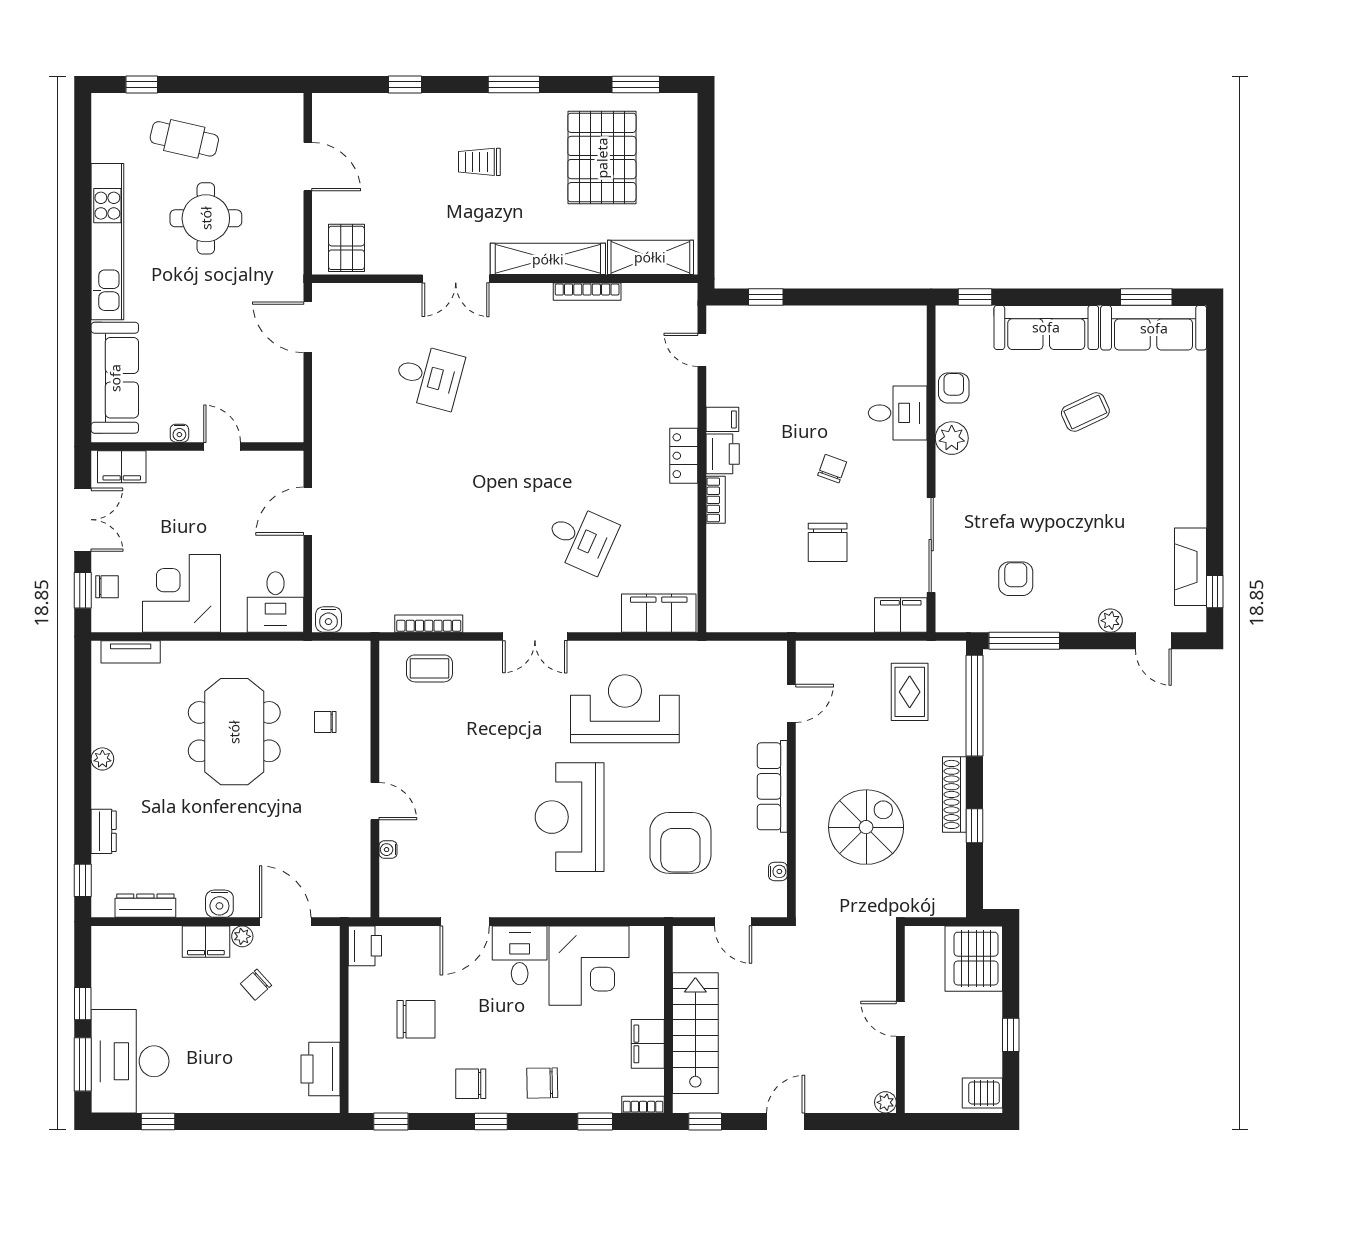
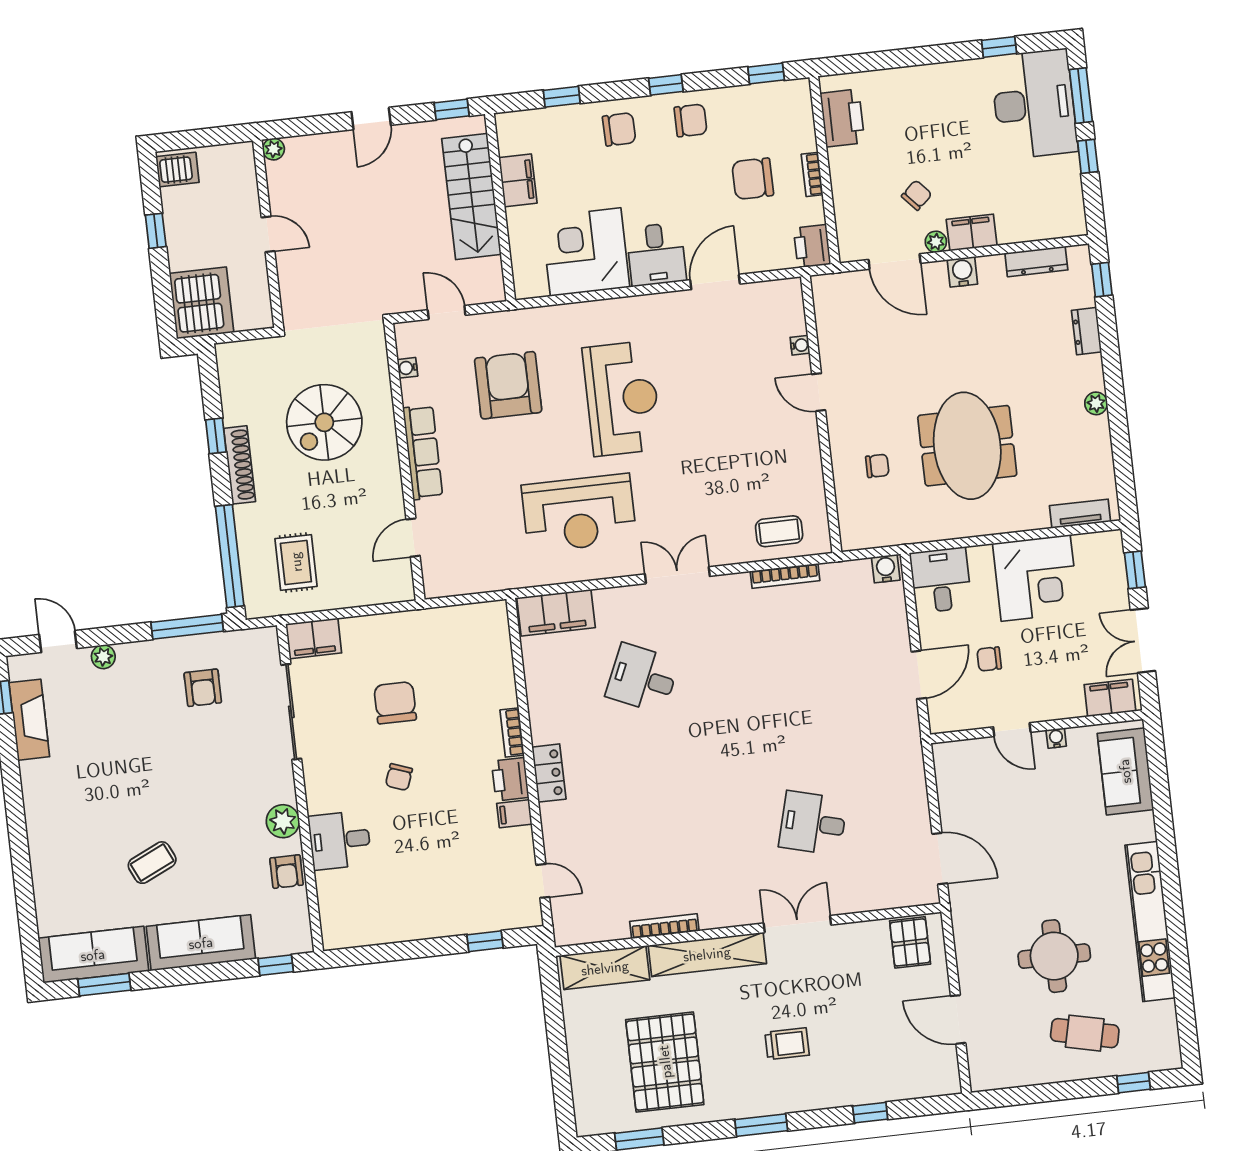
sofa: (115, 378) -> (1125, 771), width x0.73
chair: (107, 587) -> (989, 659), moved
bookcase: (643, 1105) -> (812, 174), moved, turned 90

